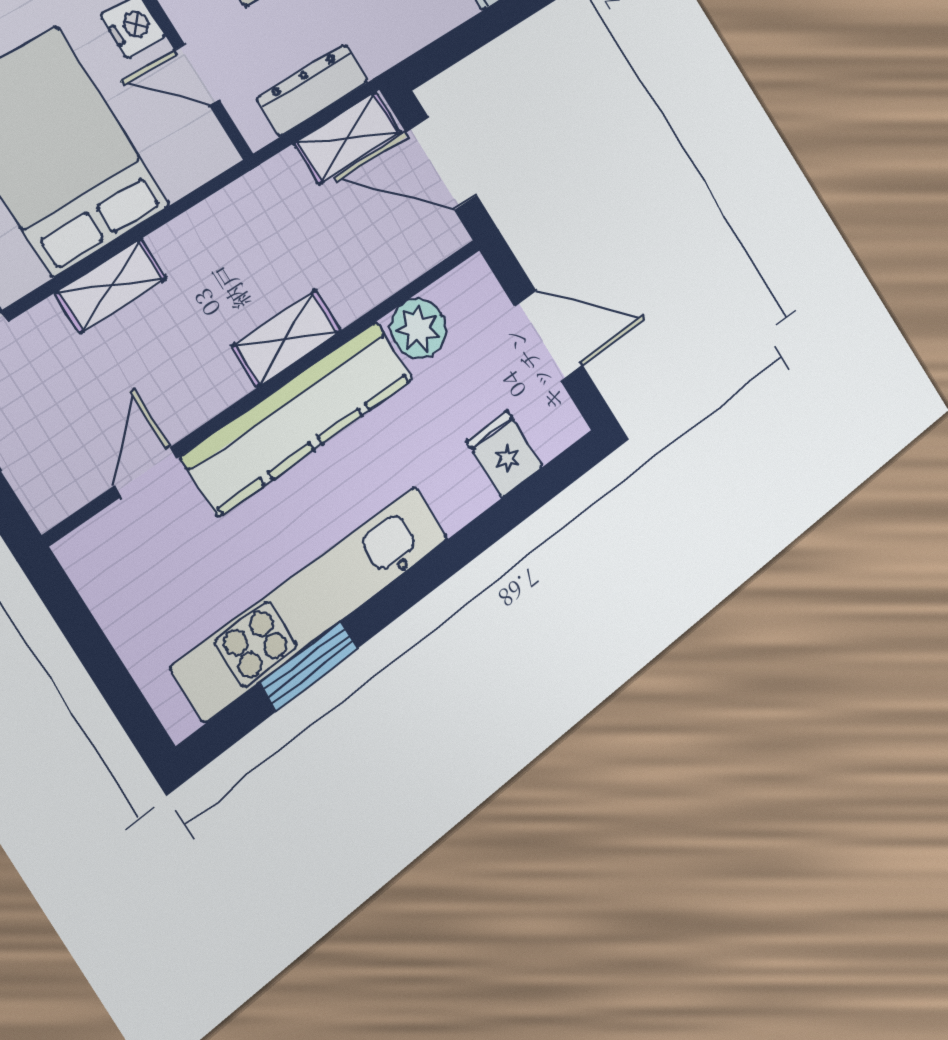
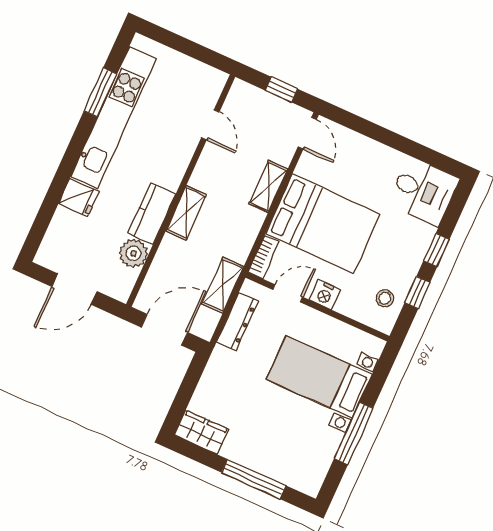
shelving: (348, 138) -> (223, 285), moved
bookcase: (199, 166) -> (264, 257), added
kitchen counter: (299, 417) -> (152, 213), width x0.48, depth x0.86
fridge: (505, 454) -> (79, 198), moved

